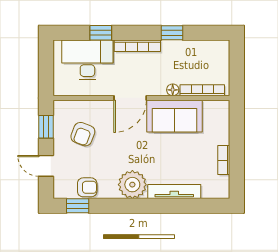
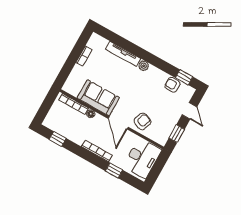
window: (172, 33) -> (58, 139), moved
desk: (87, 60) -> (142, 158), moved, turned -90
door: (130, 98) -> (118, 123), swing flipped
armchair: (83, 134) -> (142, 121), moved
plant: (132, 185) -> (144, 66), width x0.53, depth x0.53

